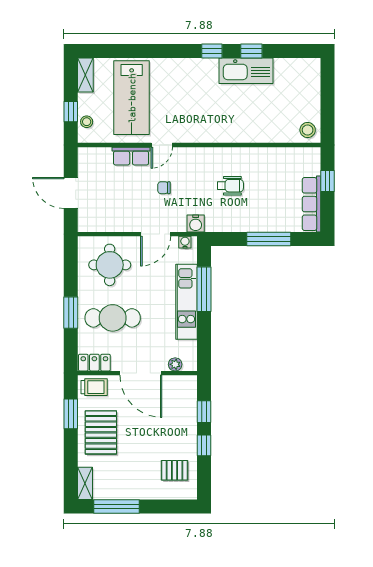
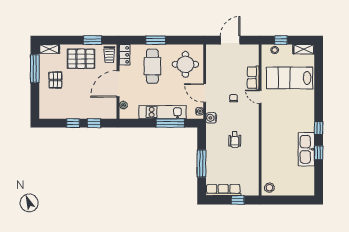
pallet: (174, 470) -> (55, 80), moved

